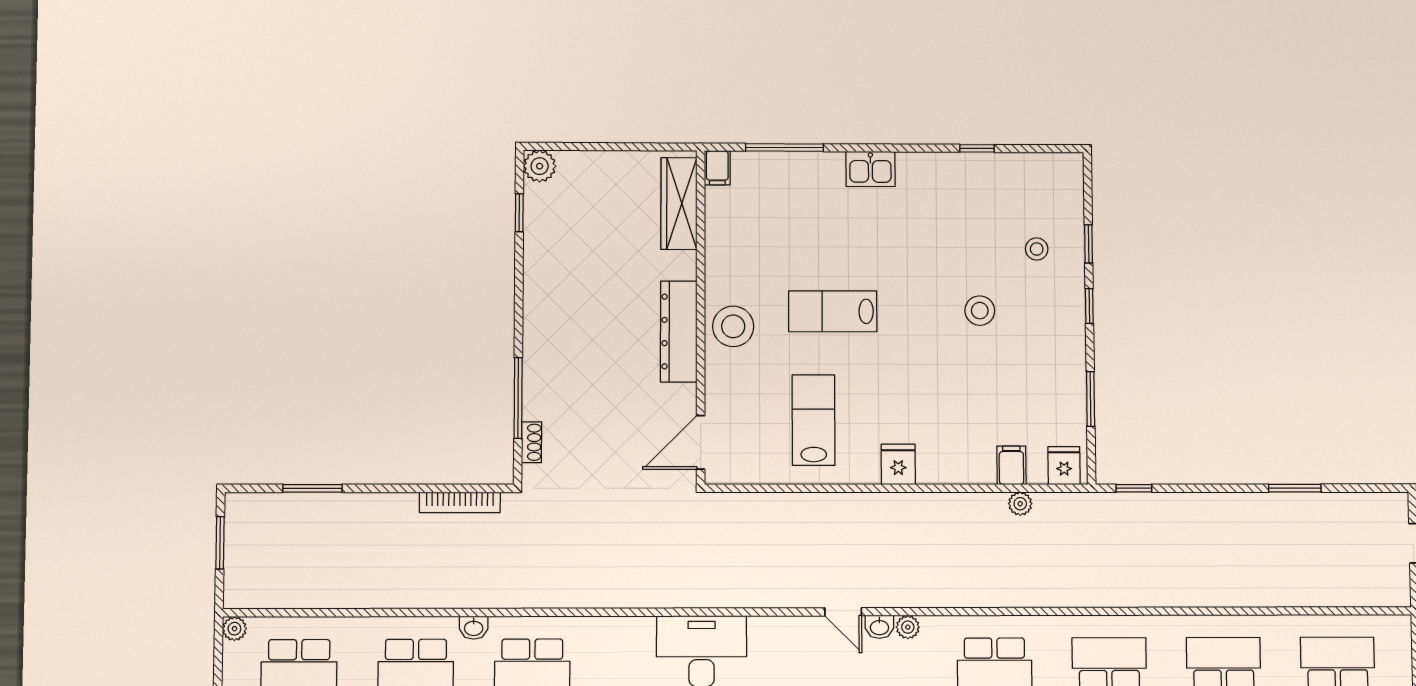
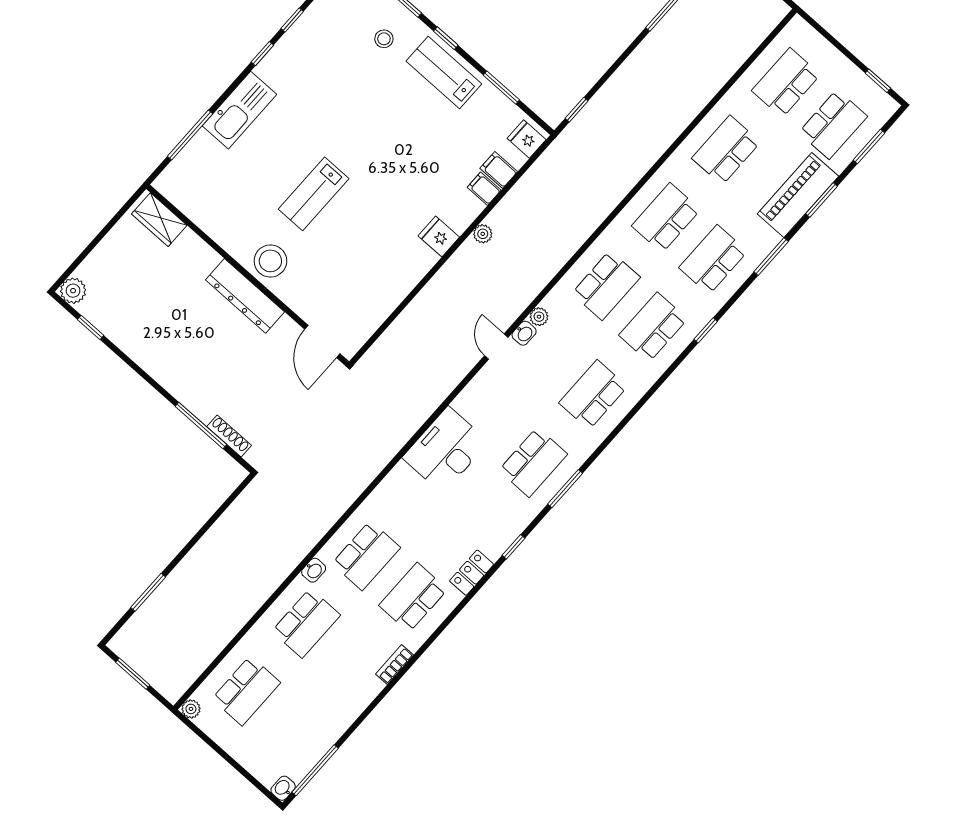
window: (921, 148) -> (262, 54), added
filing cabinet: (717, 168) -> (484, 189), moved, turned 180
kitchen sink: (870, 169) -> (240, 110), width x1.88, depth x1.24
wardrobe: (679, 204) -> (159, 220), width x0.67
stool: (980, 311) -> (391, 106), removed
lab bench: (814, 420) -> (444, 72), moved
shoe rack: (532, 442) -> (229, 436), width x1.43
bookcase: (460, 502) -> (233, 514), removed
plant: (1020, 504) -> (483, 234), moved
door: (843, 612) -> (496, 347), swing flipped

